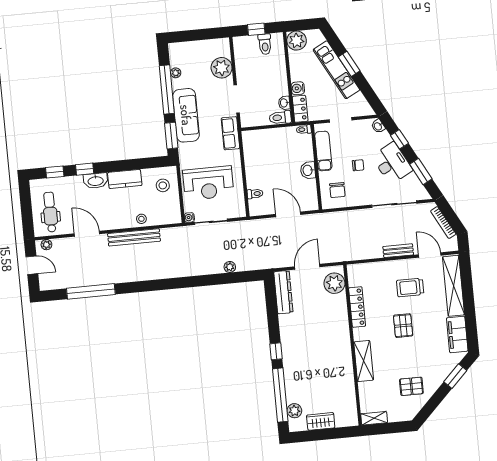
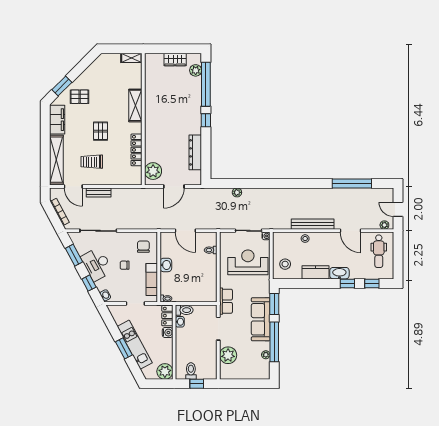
trolley: (410, 287) -> (92, 162), turned 180
dresser: (283, 292) -> (195, 152), moved
pallet: (411, 386) -> (80, 97), moved

